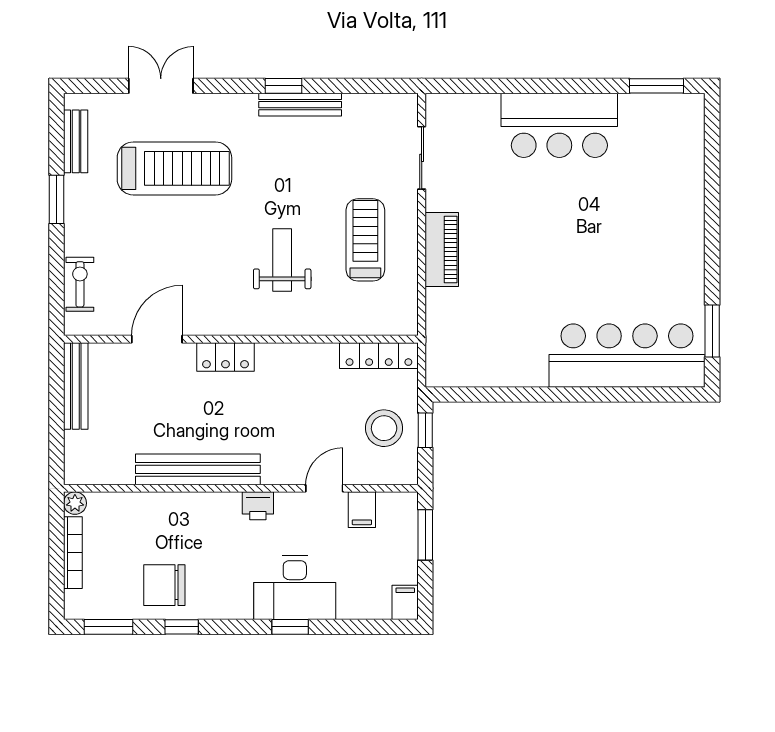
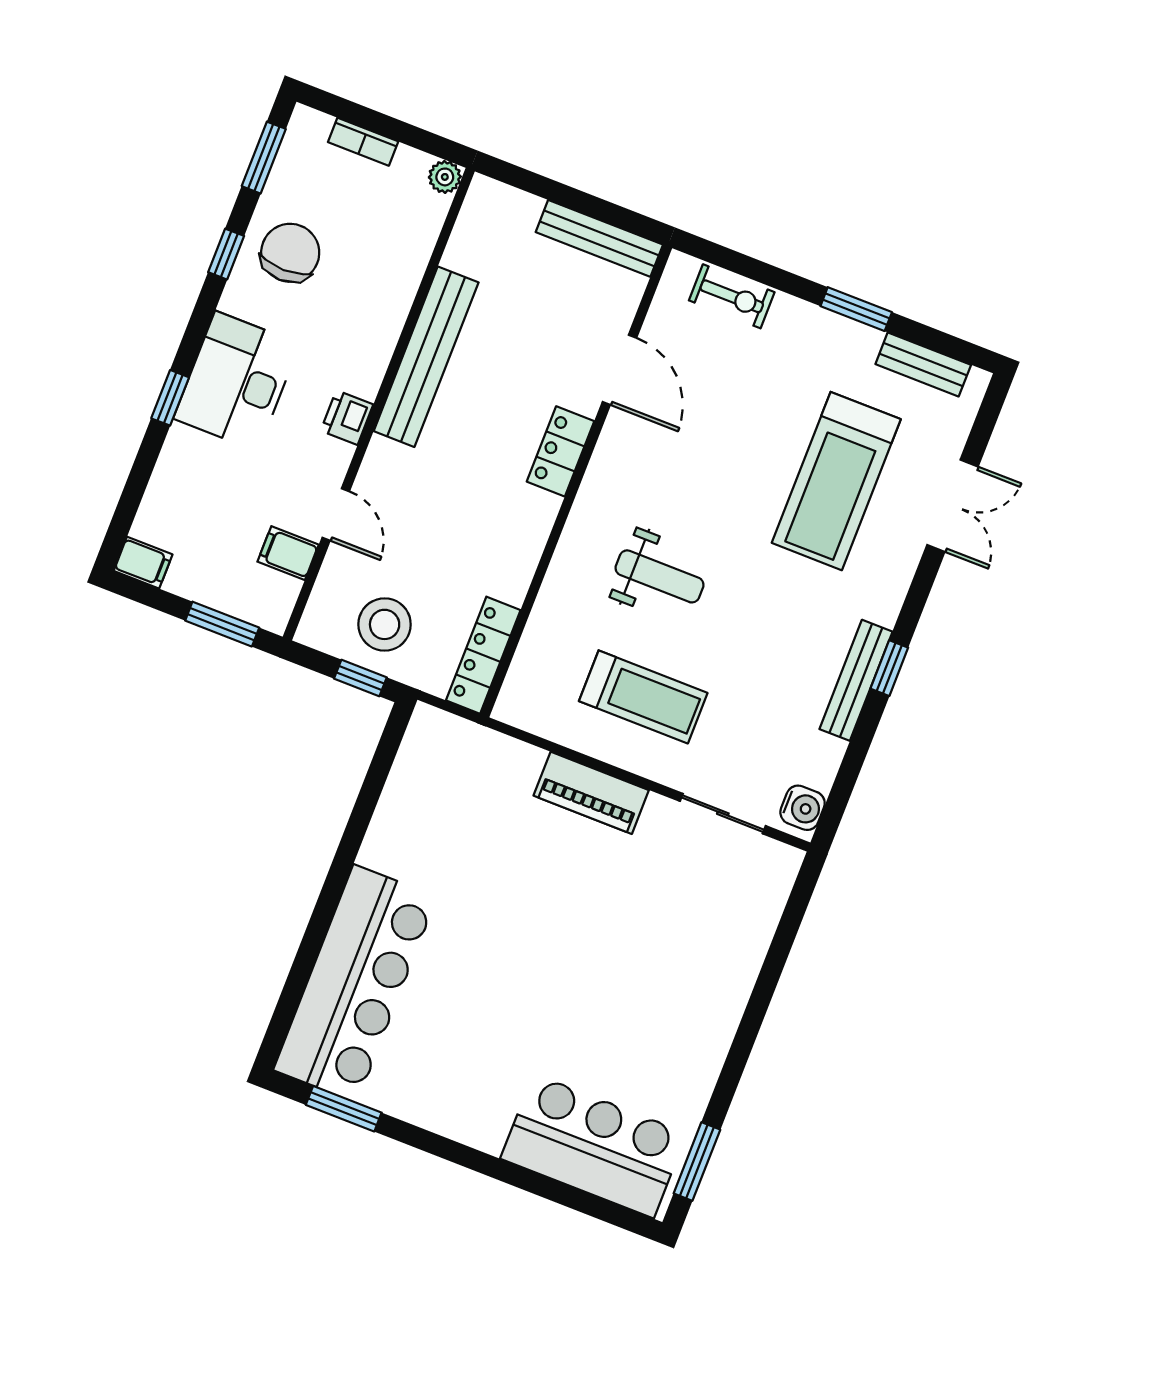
water cooler: (397, 107) -> (803, 808), added
bar counter: (559, 125) -> (594, 1146), moved, turned 90
bookcase: (73, 553) -> (363, 142), width x0.64
desk: (295, 588) -> (237, 381), moved

